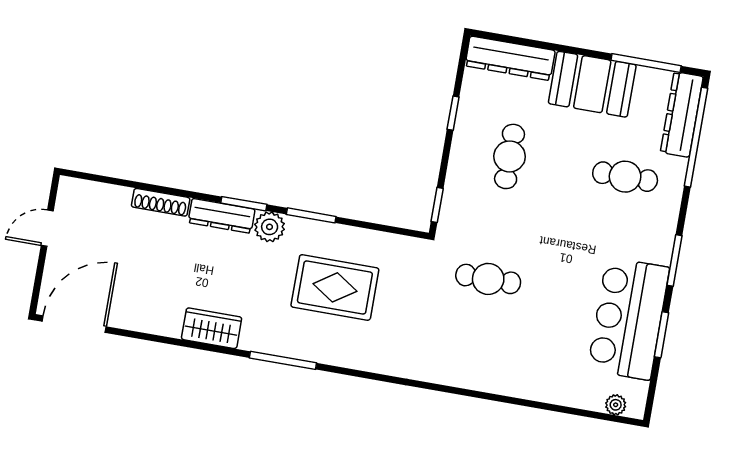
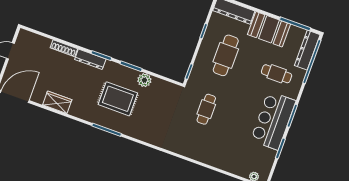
cafe table: (510, 156) -> (226, 55), width x1.37, depth x1.35
plant: (270, 227) -> (144, 80), moved
cafe table: (488, 279) -> (206, 109), turned 90
rug: (335, 287) -> (118, 99), moved
bar counter: (628, 319) -> (273, 121), moved
wardrobe: (212, 328) -> (57, 102), moved

